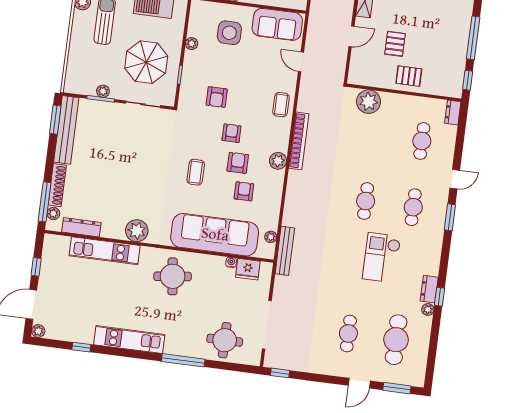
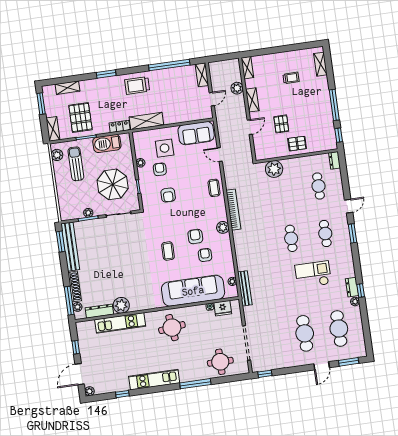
armchair: (232, 133) -> (160, 169), moved
plant: (137, 231) -> (121, 305), moved
checkout: (382, 258) -> (313, 274), turned 90
cafe table: (348, 333) -> (305, 333), width x1.37, depth x1.35

